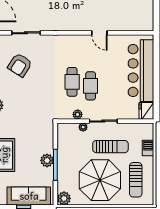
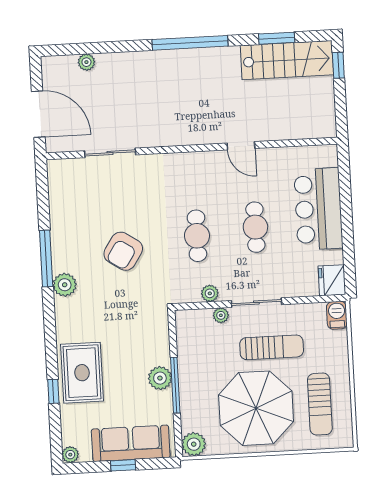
armchair: (20, 65) -> (123, 251), moved
bar counter: (141, 71) -> (318, 209), width x0.73
cafe table: (91, 86) -> (255, 227), moved
barbecue: (148, 148) -> (337, 315), moved

